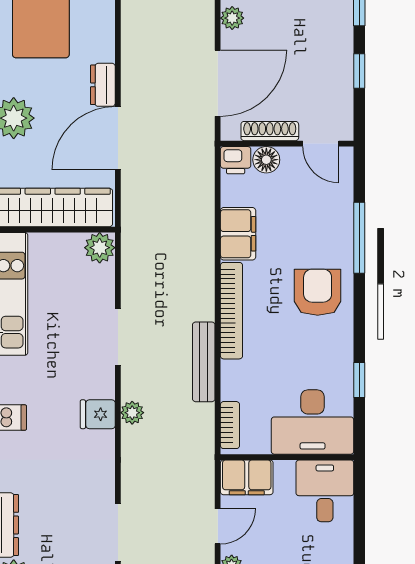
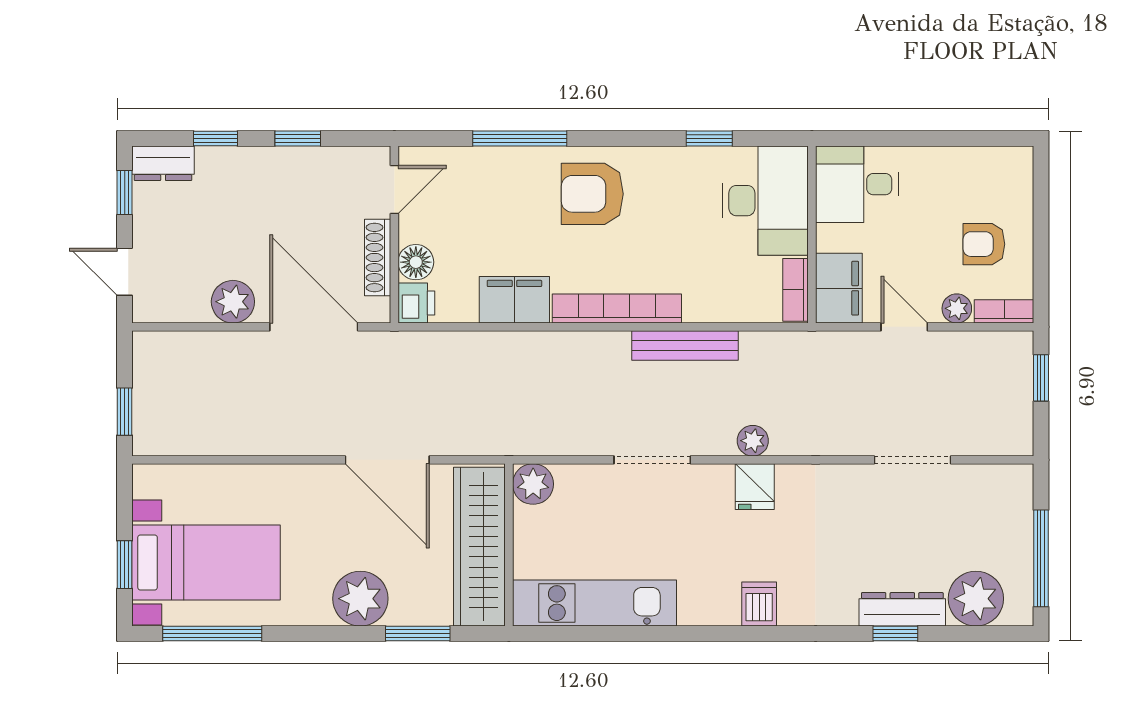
plant: (232, 18) -> (233, 302), width x1.38, depth x1.38
dresser: (103, 85) -> (316, 480), removed
bookcase: (230, 425) -> (796, 290), moved, turned -90

